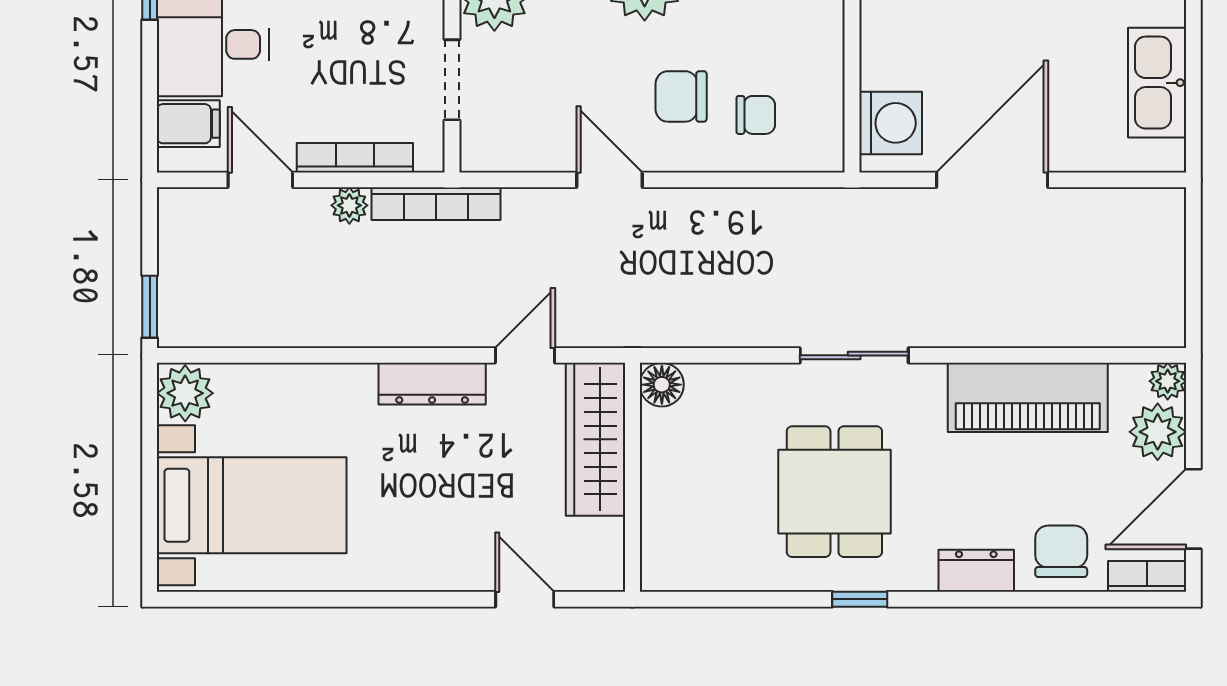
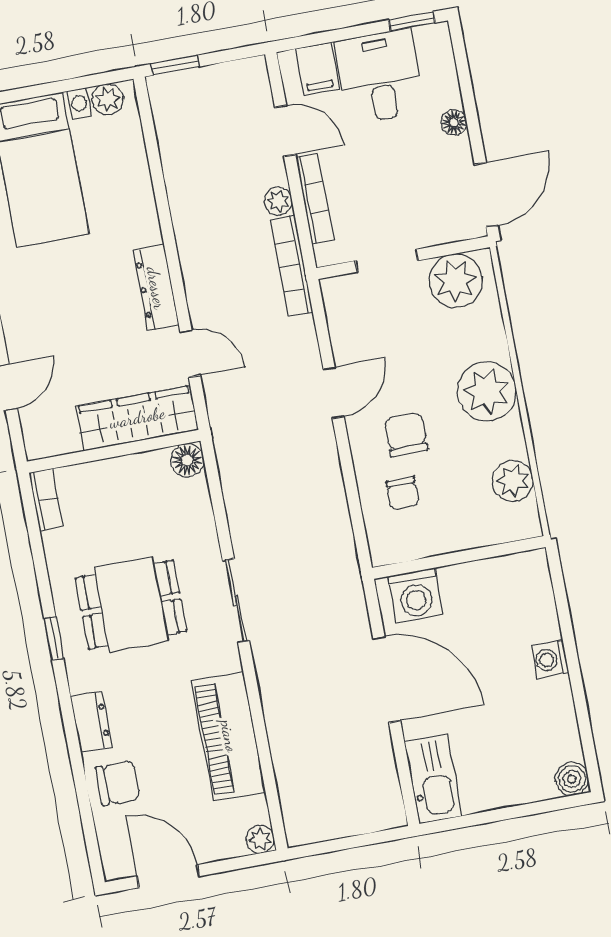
kitchen sink: (1157, 83) -> (433, 779), moved, turned 90
door: (260, 180) -> (285, 131), hinge flipped
plant: (185, 393) -> (108, 99), width x0.73, depth x0.73
plant: (1158, 432) -> (221, 839), removed
bookcase: (1147, 576) -> (46, 500), moved

